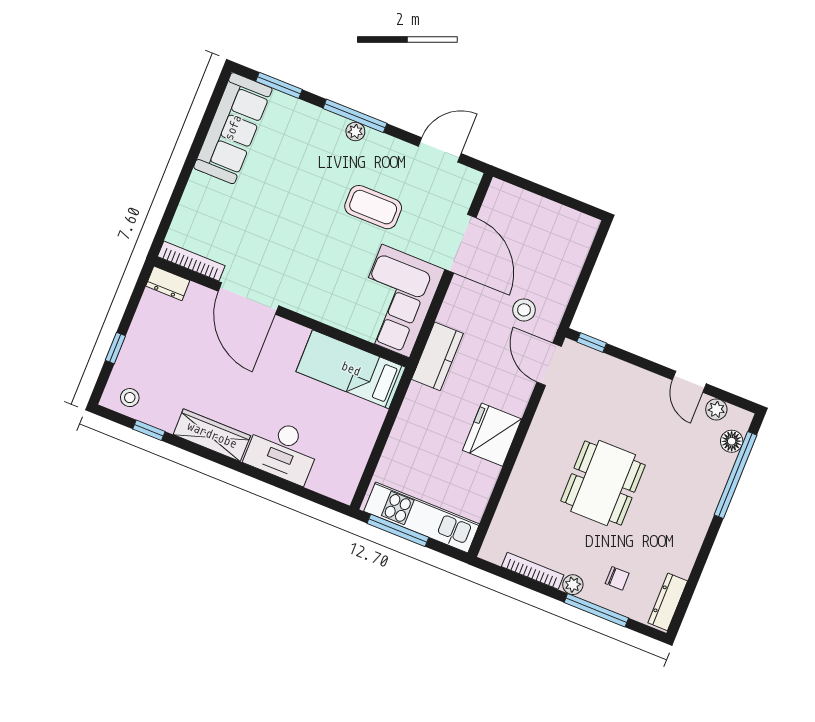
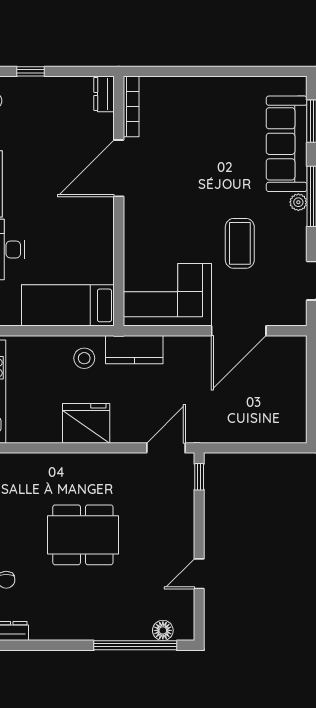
sofa: (233, 128) -> (287, 144), moved, turned 90
stool: (524, 310) -> (84, 358), moved
bed: (351, 369) -> (68, 305), moved, turned -90
plant: (716, 409) -> (185, 606), removed

